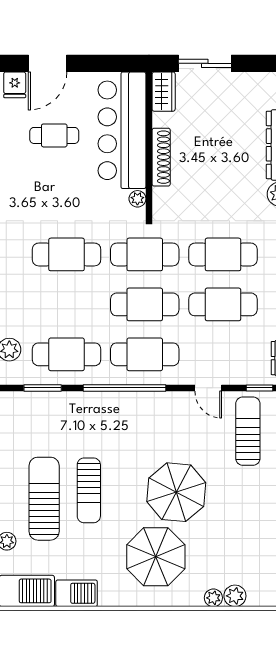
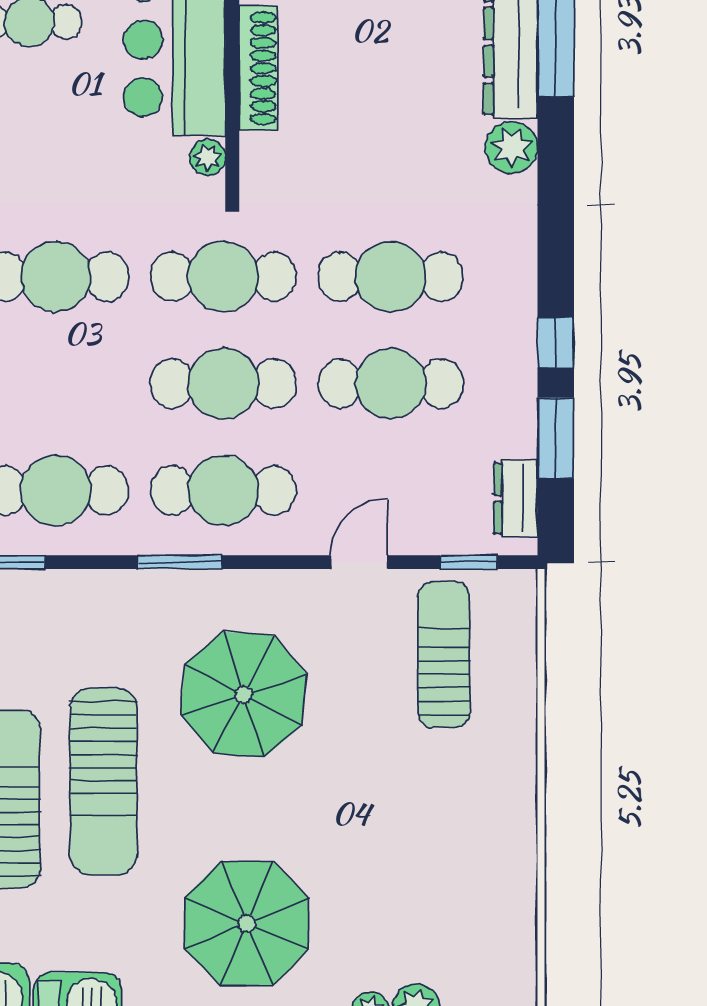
window: (124, 388) -> (180, 562), width x0.47
door: (208, 388) -> (359, 562), swing flipped
sun lounger: (89, 490) -> (103, 781), width x1.36, depth x1.34
parasol: (176, 492) -> (244, 695), moved

